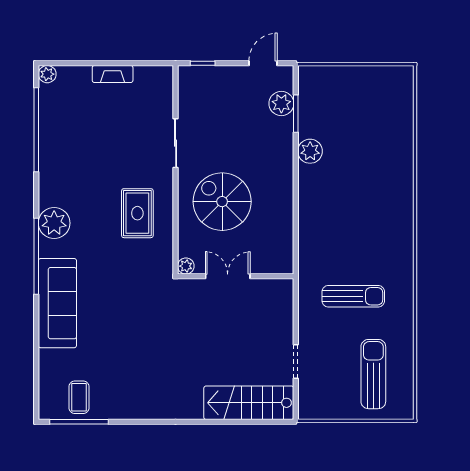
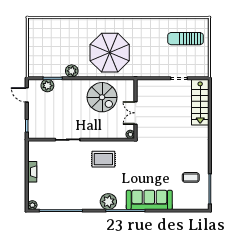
spiral stairs: (222, 202) -> (102, 97), moved, turned -90
parasol: (346, 226) -> (110, 53), added
sun lounger: (353, 296) -> (146, 49), removed
coffee table: (79, 397) -> (191, 177), moved

